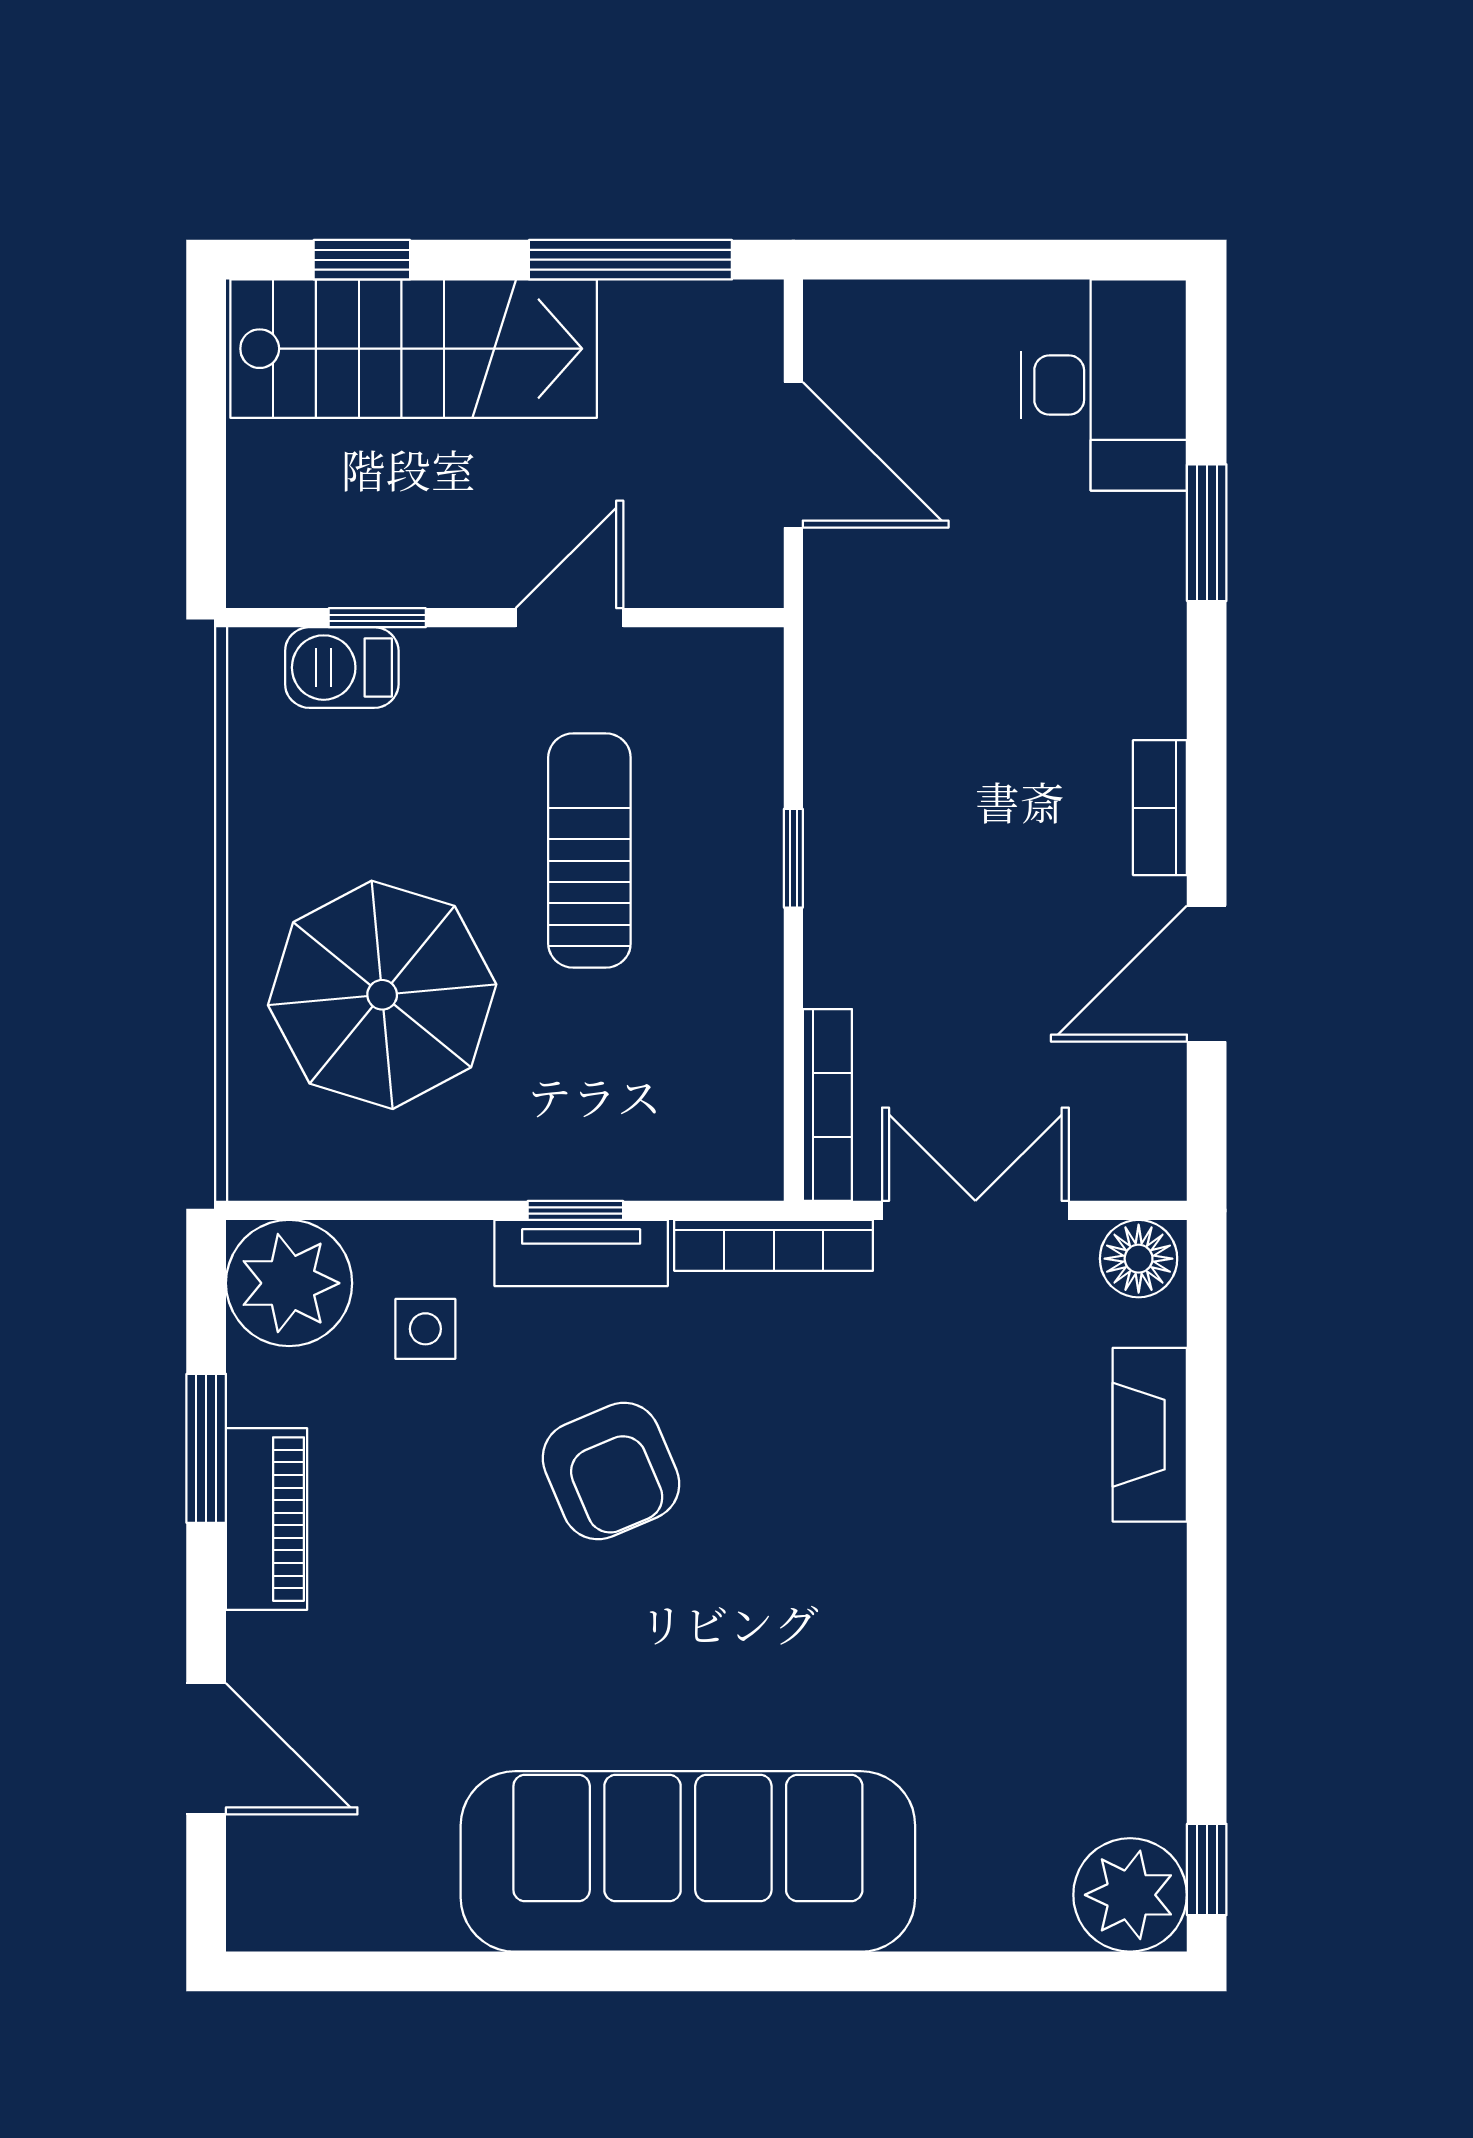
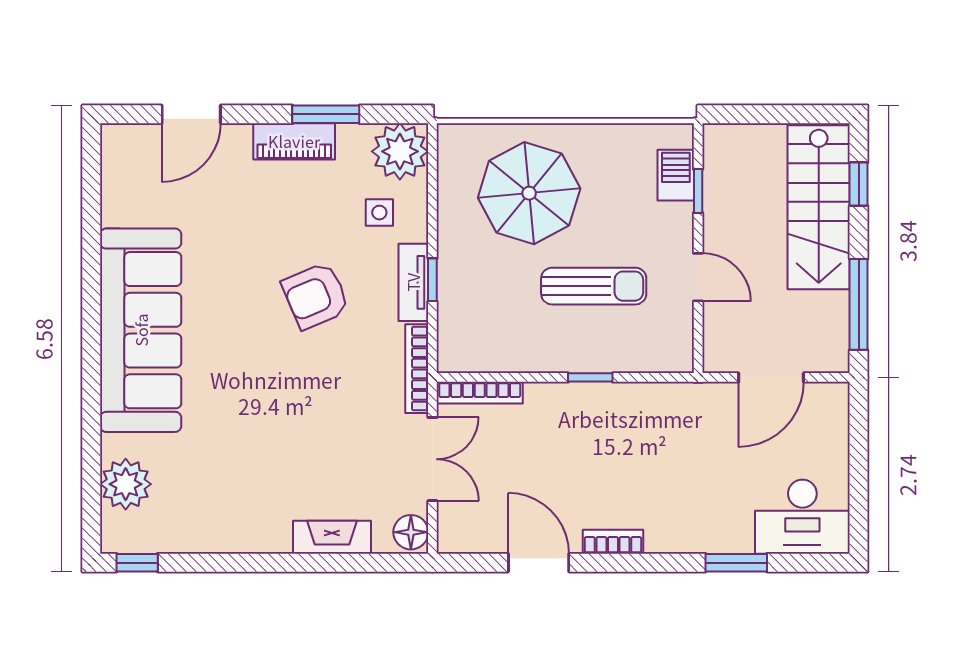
plant: (1130, 1895) -> (126, 484), moved

